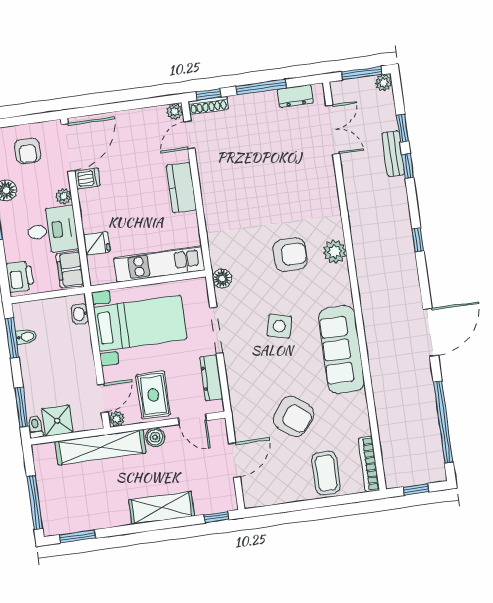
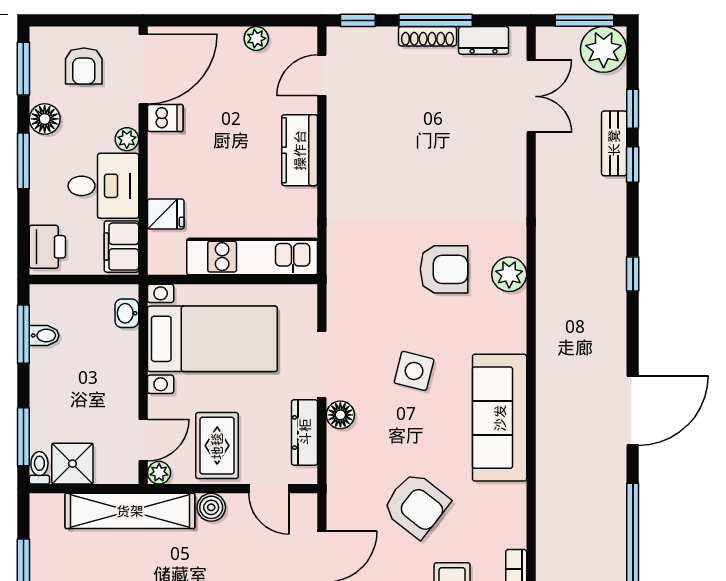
plant: (384, 83) -> (604, 49), width x1.88, depth x1.88
shoe rack: (208, 105) -> (428, 36), moved
plant: (175, 112) -> (256, 38), moved
floor lamp: (222, 279) -> (340, 415), moved

